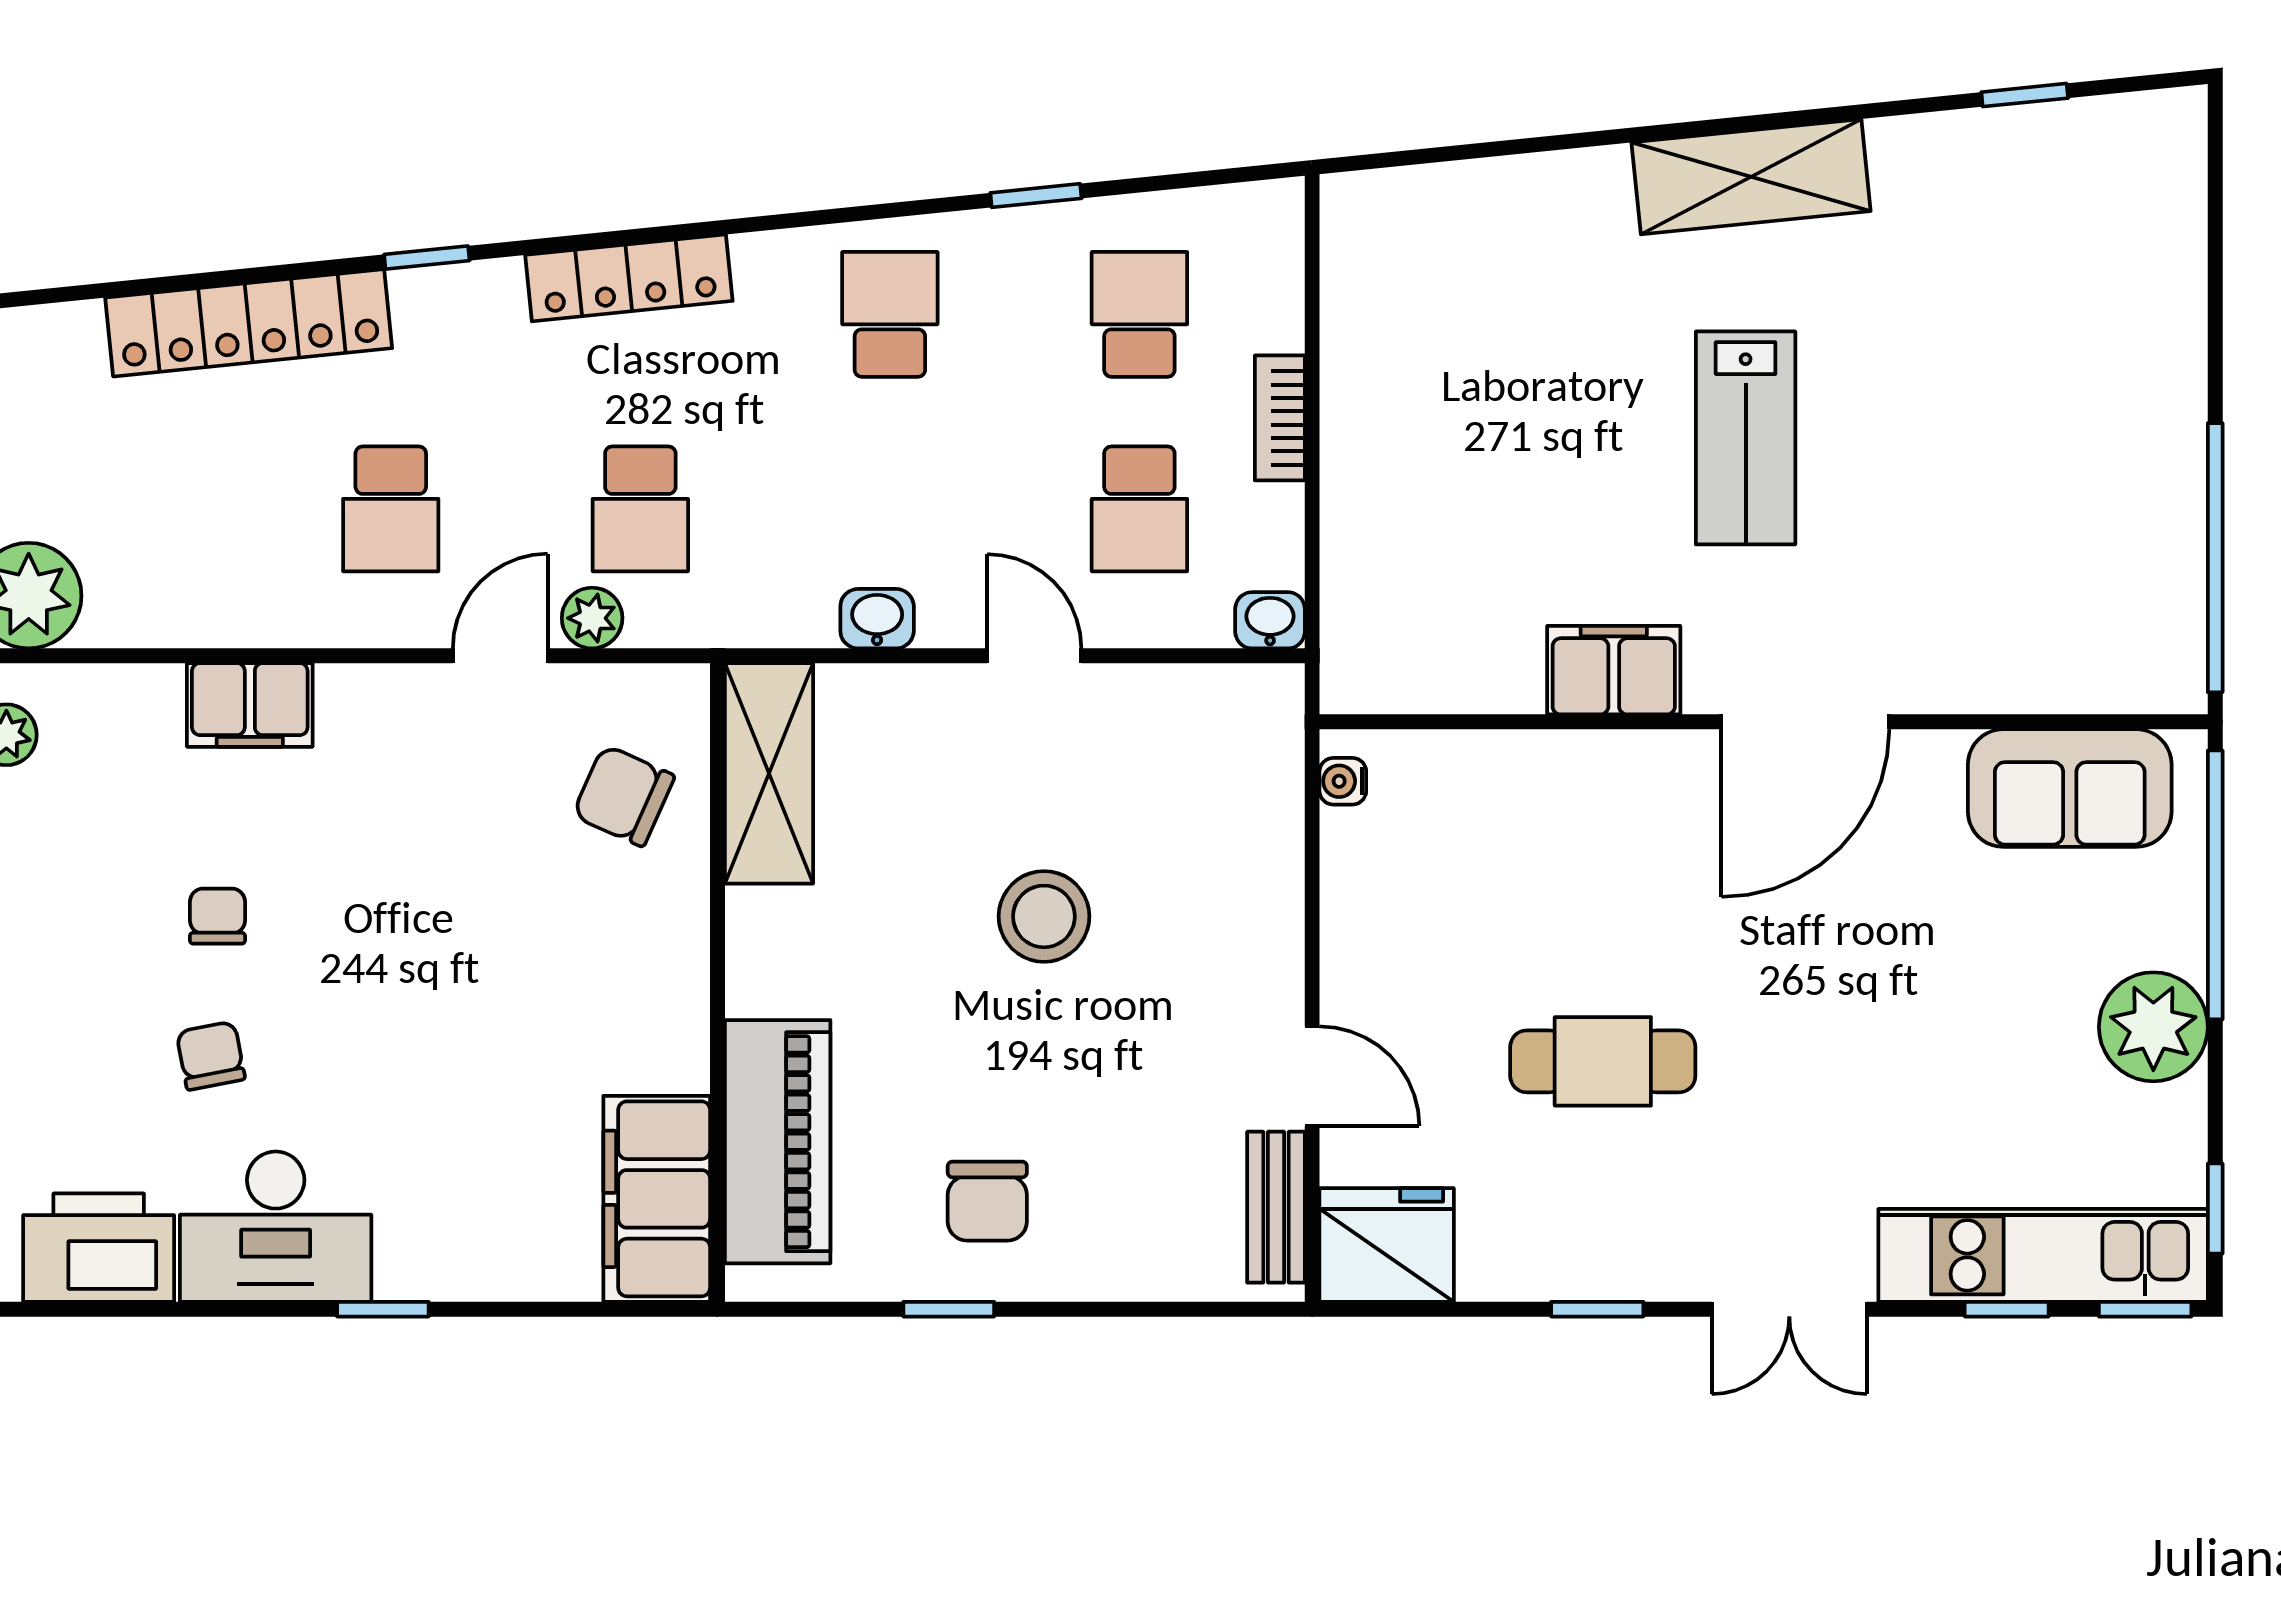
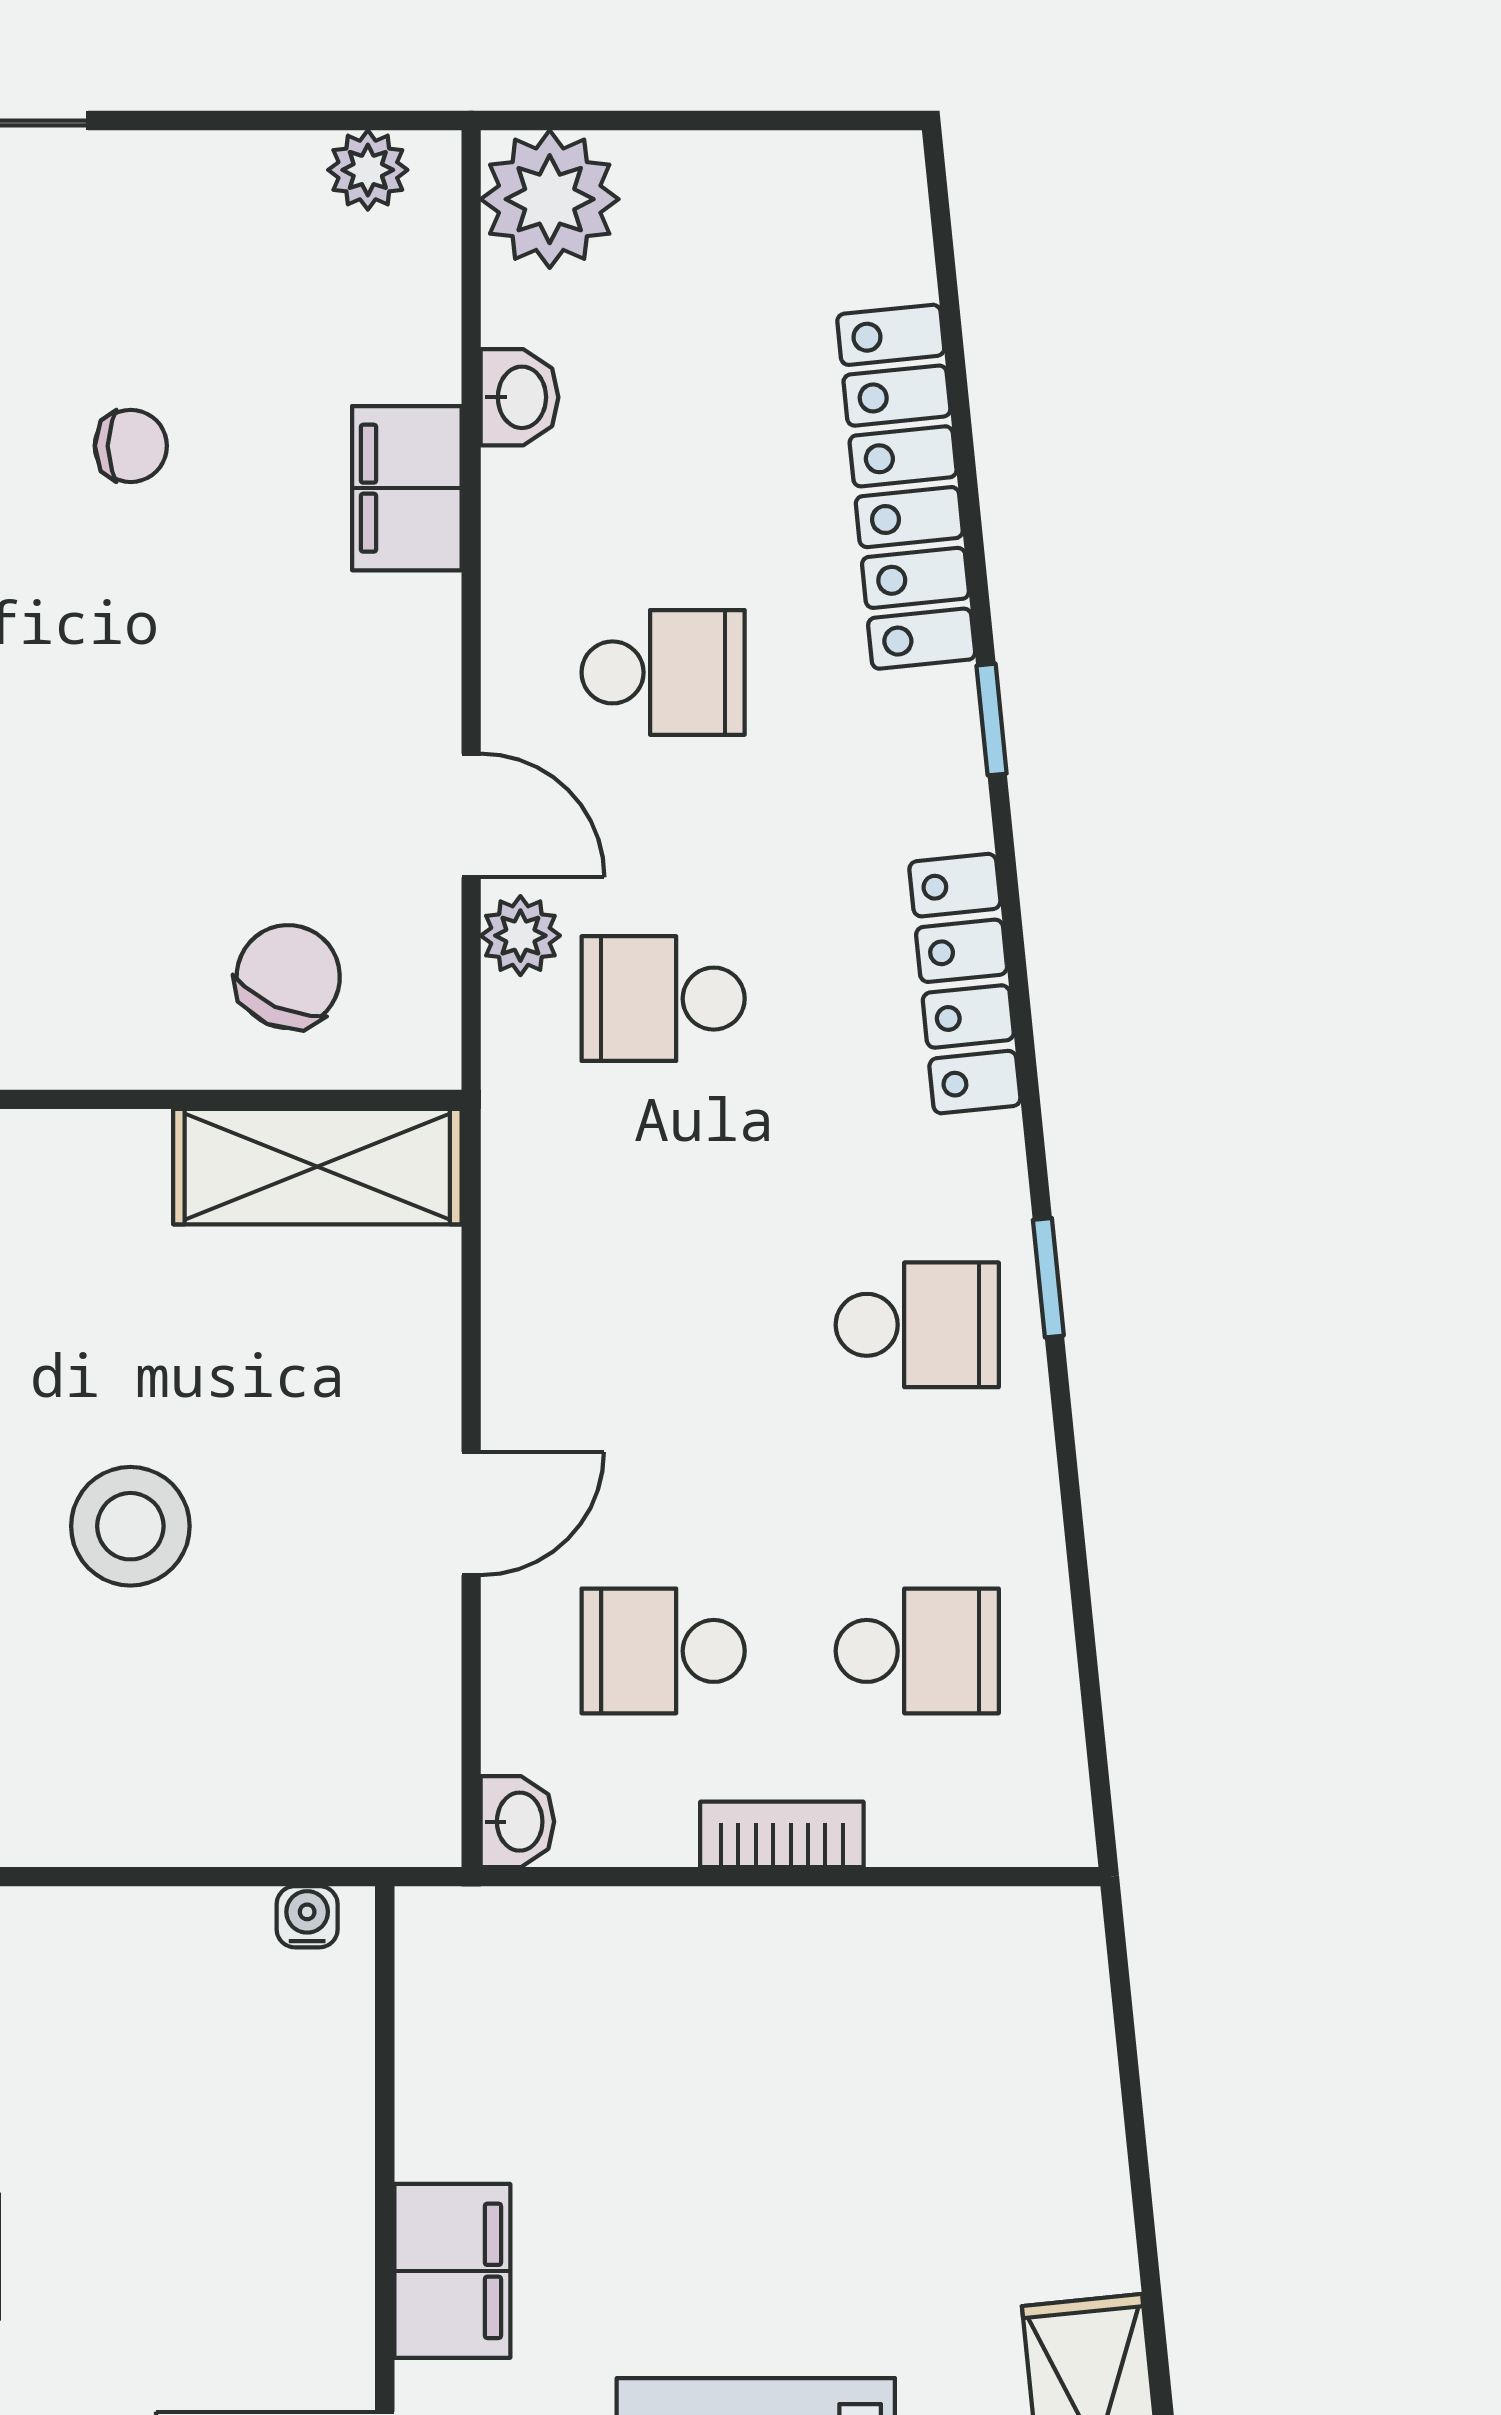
window: (1036, 196) -> (1048, 1278), moved
school desk: (391, 509) -> (663, 672), turned 180
washbasin: (877, 619) -> (520, 397), moved

